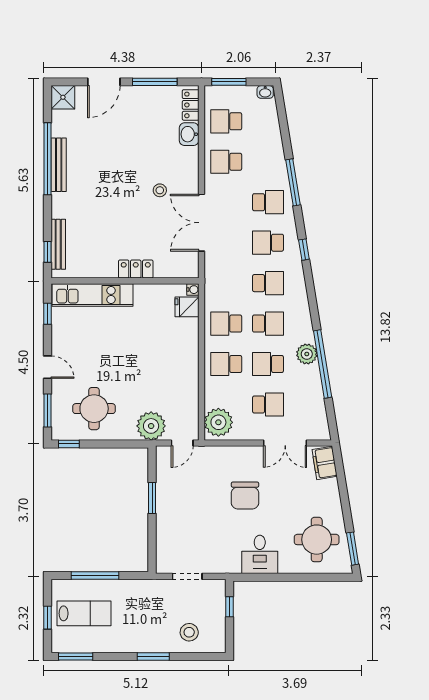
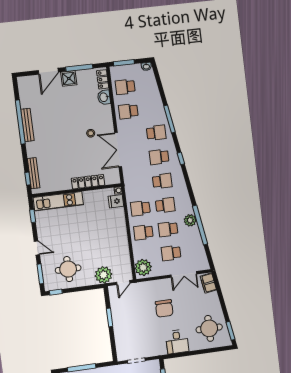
shower: (63, 97) -> (69, 78), moved
locker: (136, 269) -> (88, 182), width x1.53
school desk: (268, 404) -> (171, 253), turned 180

